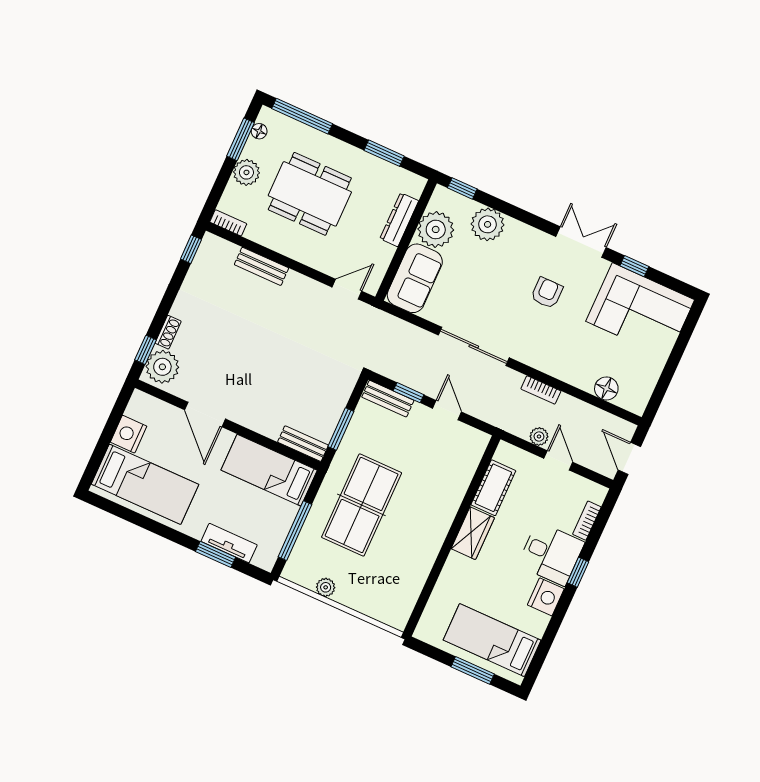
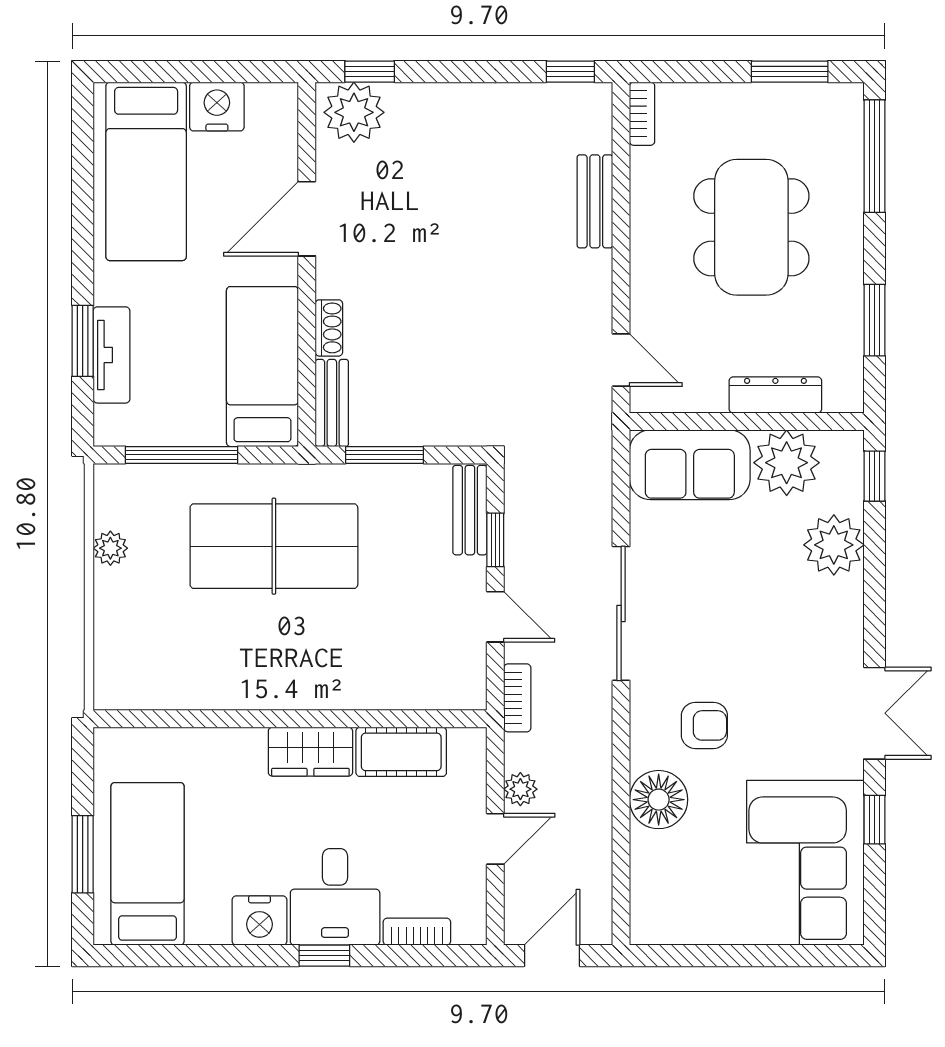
floor lamp: (259, 131) -> (817, 96), removed
plant: (246, 172) -> (739, 106), removed
armchair: (547, 293) -> (704, 725), moved
shoe rack: (168, 332) -> (329, 328), moved, turned -90
floor lamp: (606, 388) -> (659, 800), moved, width x1.38, depth x1.38
bookcase: (541, 390) -> (517, 698), moved, turned 180
door: (447, 410) -> (495, 617), hinge flipped

